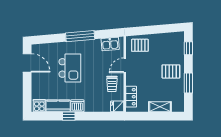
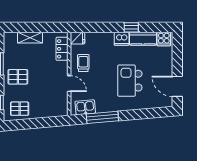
window: (80, 36) -> (102, 117), moved
pallet: (140, 45) -> (20, 109), moved
door: (125, 65) -> (69, 84), hinge flipped

